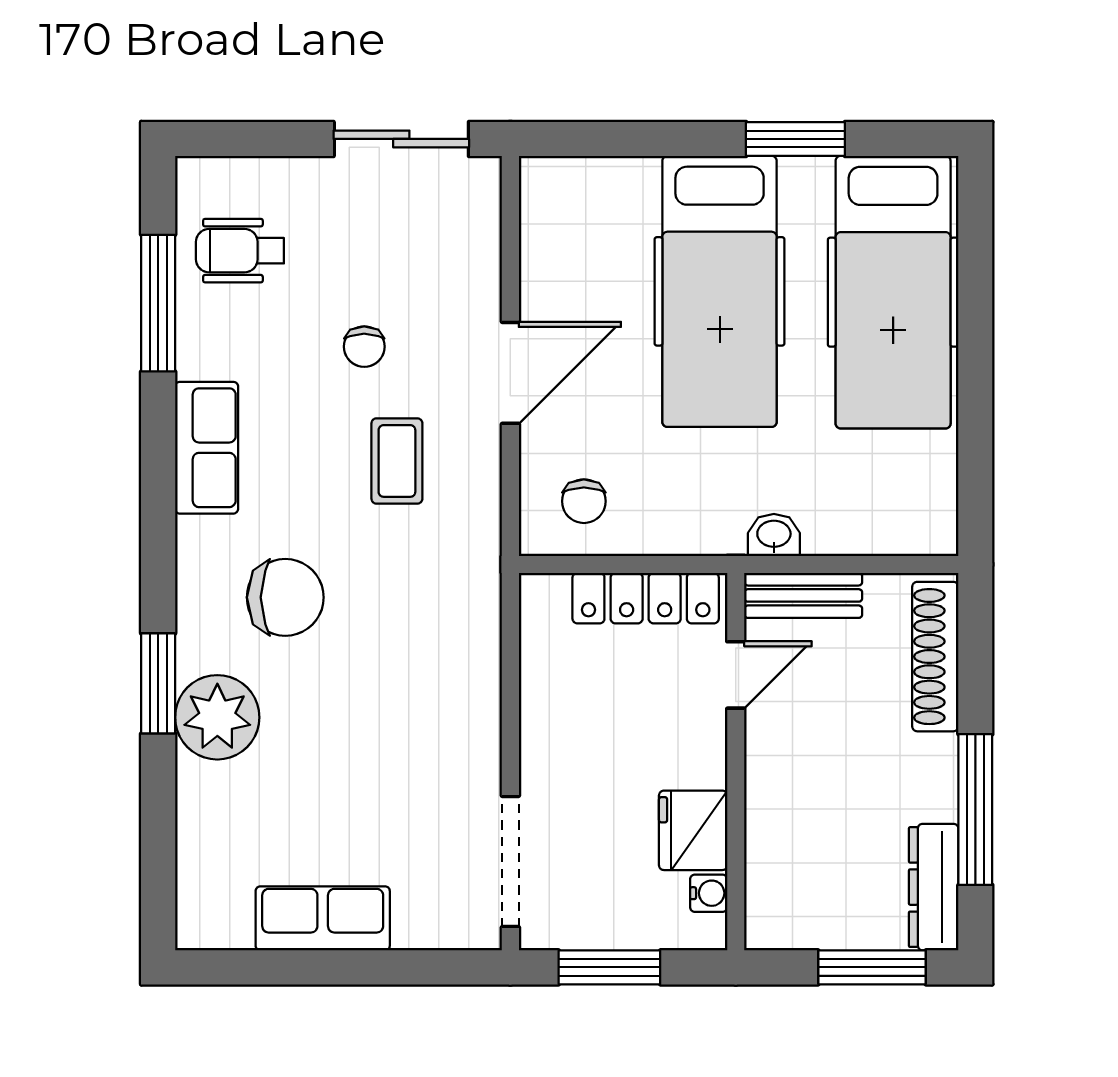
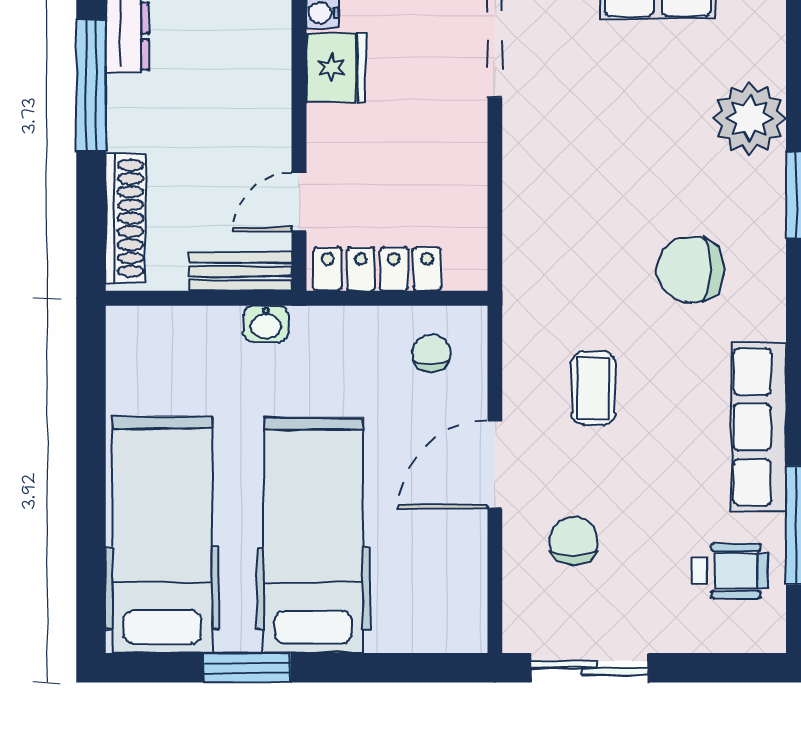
chair: (364, 347) -> (574, 541), moved, width x1.37, depth x1.37
row of seats: (207, 448) -> (759, 427), width x1.48
plant: (217, 717) -> (749, 119), moved

